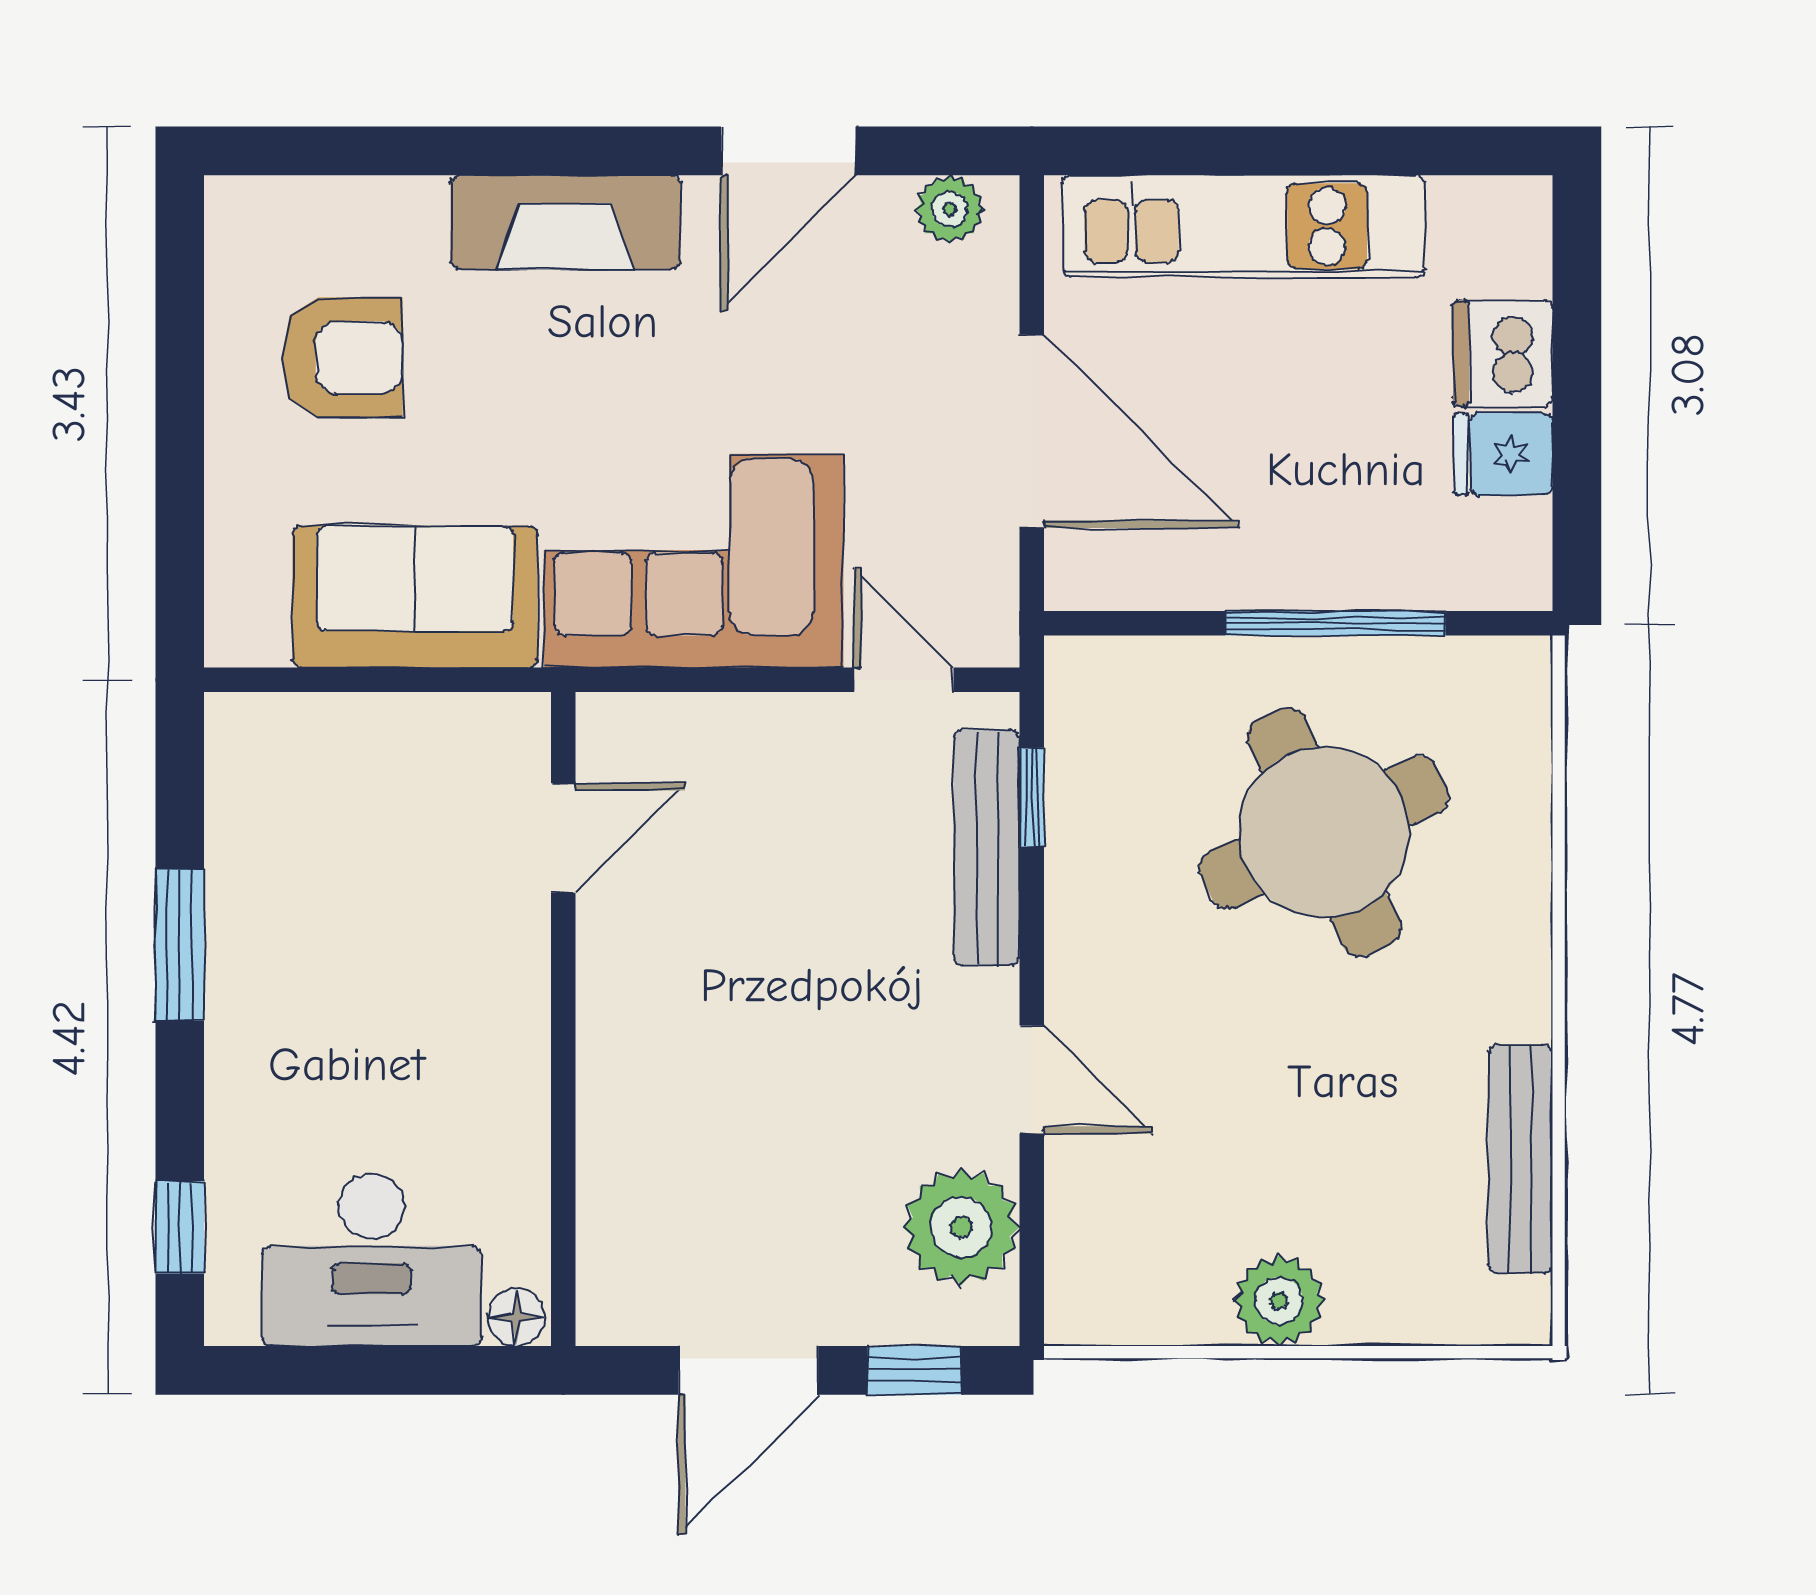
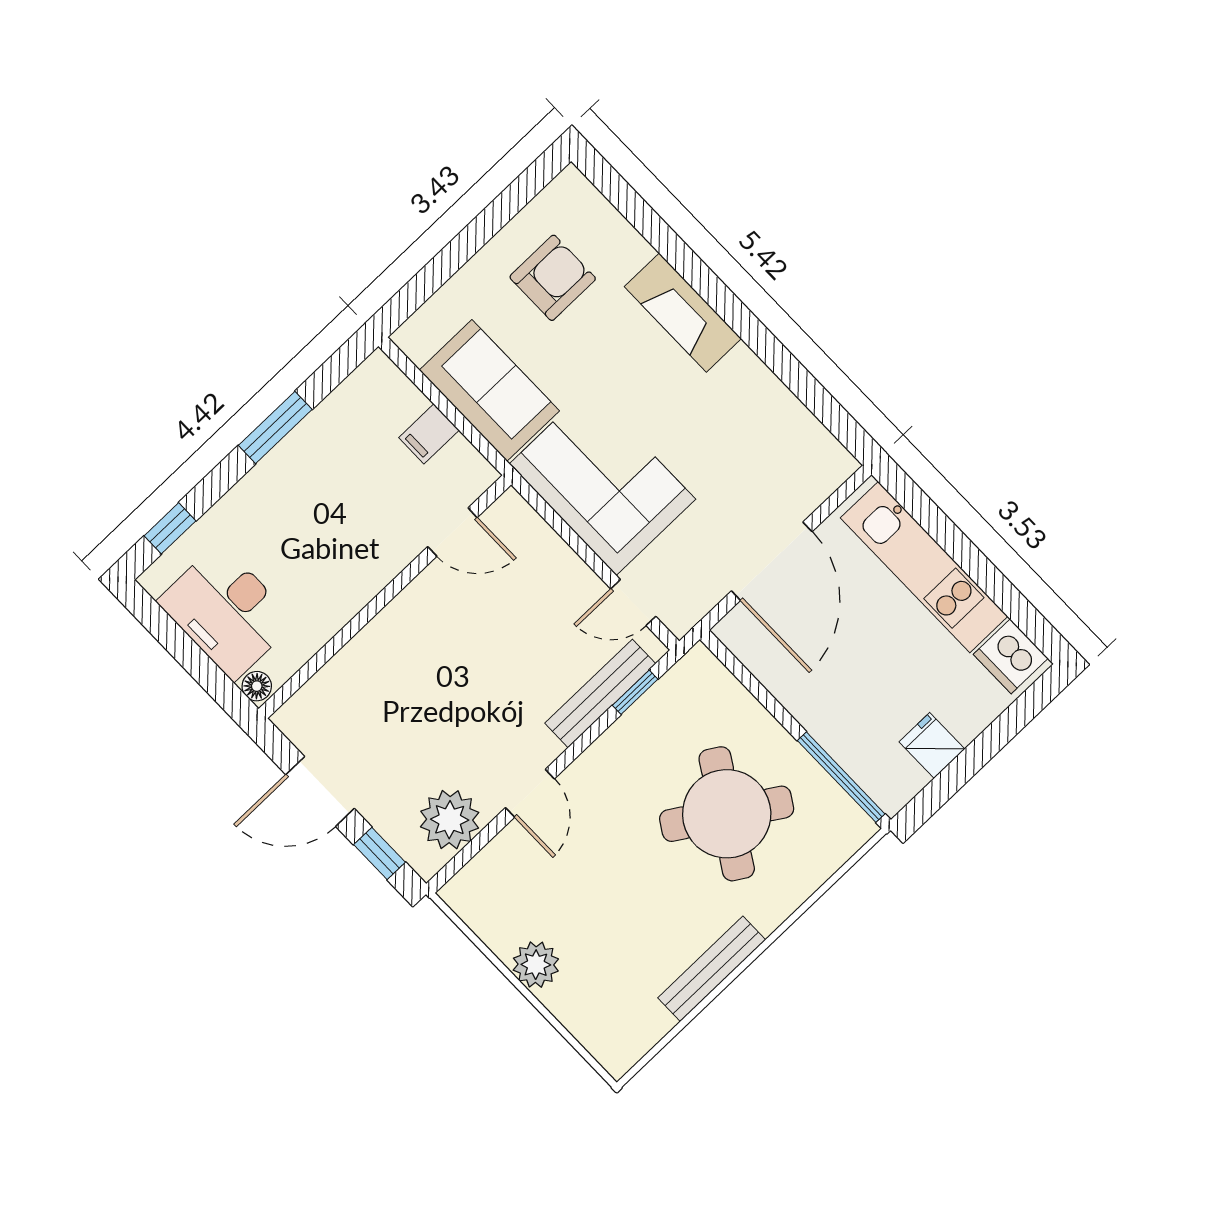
door: (788, 151) -> (789, 370), removed
plant: (950, 209) -> (825, 451), removed
dishwasher: (1503, 353) -> (1011, 656), moved, turned -90
armchair: (342, 357) -> (553, 278), turned -90
window: (1336, 623) -> (841, 777), moved
door: (904, 680) -> (633, 603), swing flipped
filing cabinet: (395, 739) -> (429, 434), added
round table: (1324, 832) -> (727, 814), turned -33
bench: (1521, 1159) -> (712, 969), moved

